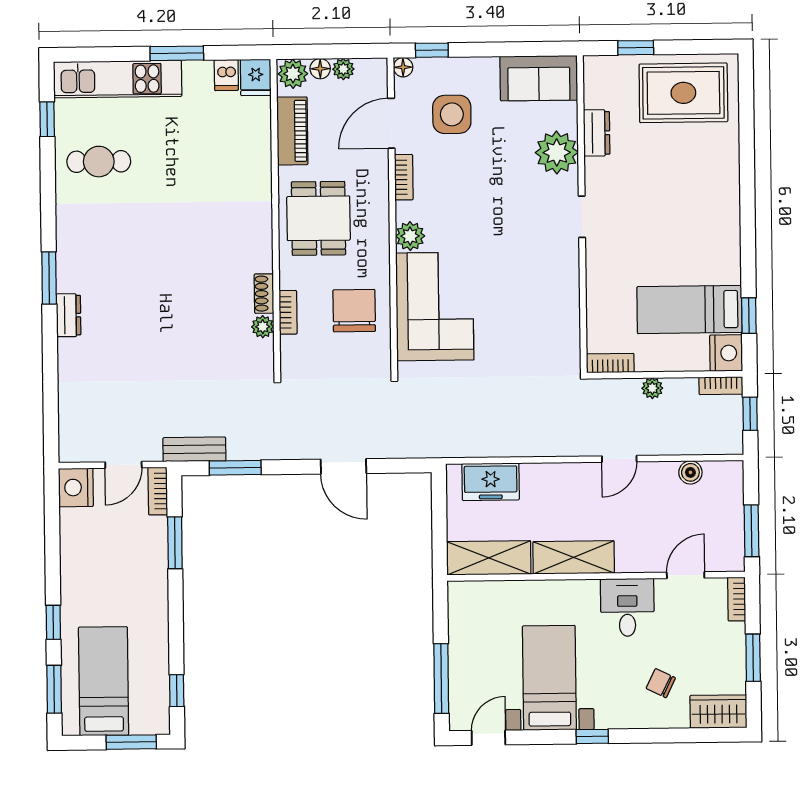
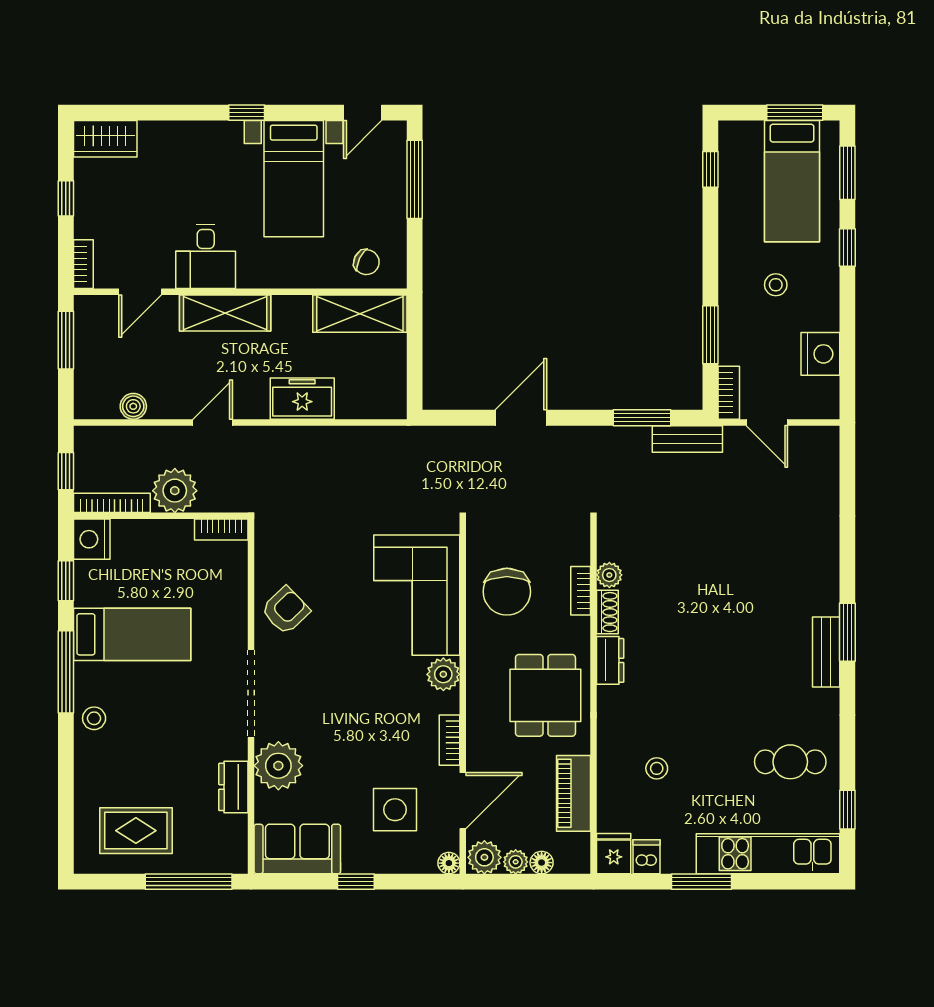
window: (636, 48) -> (189, 882), width x2.17
window: (432, 50) -> (356, 882), moved
plant: (293, 74) -> (484, 857), moved
rug: (683, 93) -> (136, 831), width x0.73, depth x0.70
stool: (218, 154) -> (657, 768), added
stool: (722, 193) -> (94, 718), added
doorway: (582, 217) -> (251, 693), width x1.88
window: (748, 234) -> (66, 672), added
bench: (68, 260) -> (826, 652), added
armchair: (552, 292) -> (286, 610), added
bed: (690, 310) -> (132, 634), moved
dresser: (69, 315) -> (610, 660), moved, turned 180
bookcase: (721, 386) -> (112, 503), width x1.56
plant: (652, 388) -> (175, 491), width x1.88, depth x1.88
door: (123, 465) -> (767, 422), swing flipped
door: (343, 466) -> (521, 418), hinge flipped
freezer: (491, 482) -> (302, 399), moved
nightstand: (76, 487) -> (820, 354), moved
shelving: (574, 557) -> (225, 313), moved
stool: (117, 588) -> (776, 285), added
window: (753, 658) -> (66, 198), width x0.67
chair: (661, 683) -> (366, 262), moved
window: (131, 742) -> (795, 113), moved

